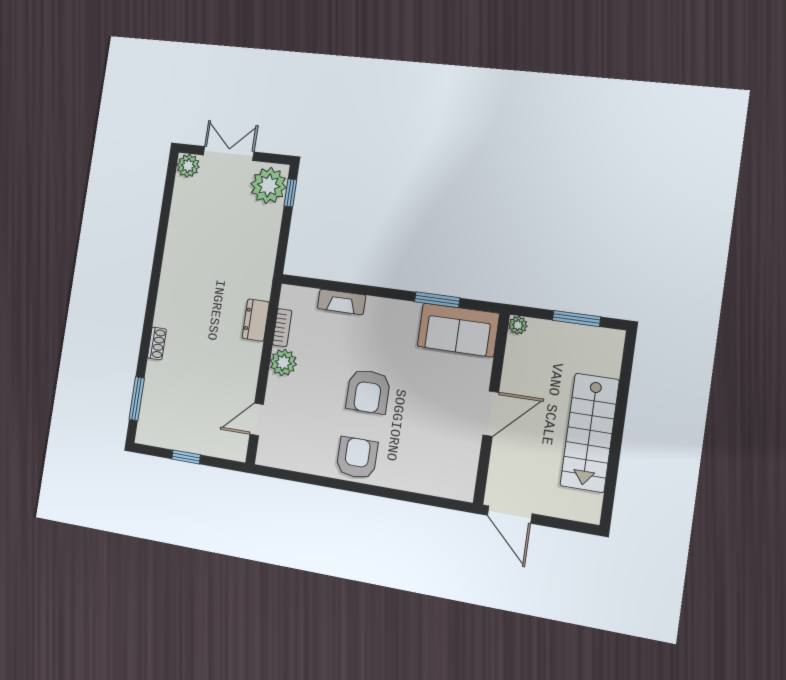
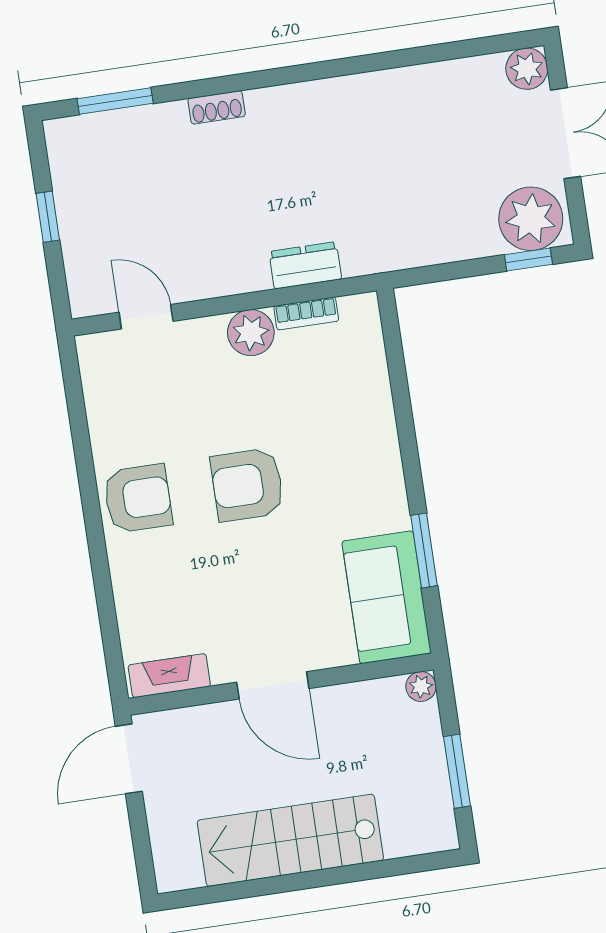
fireplace: (342, 302) -> (169, 676), moved, turned 90

